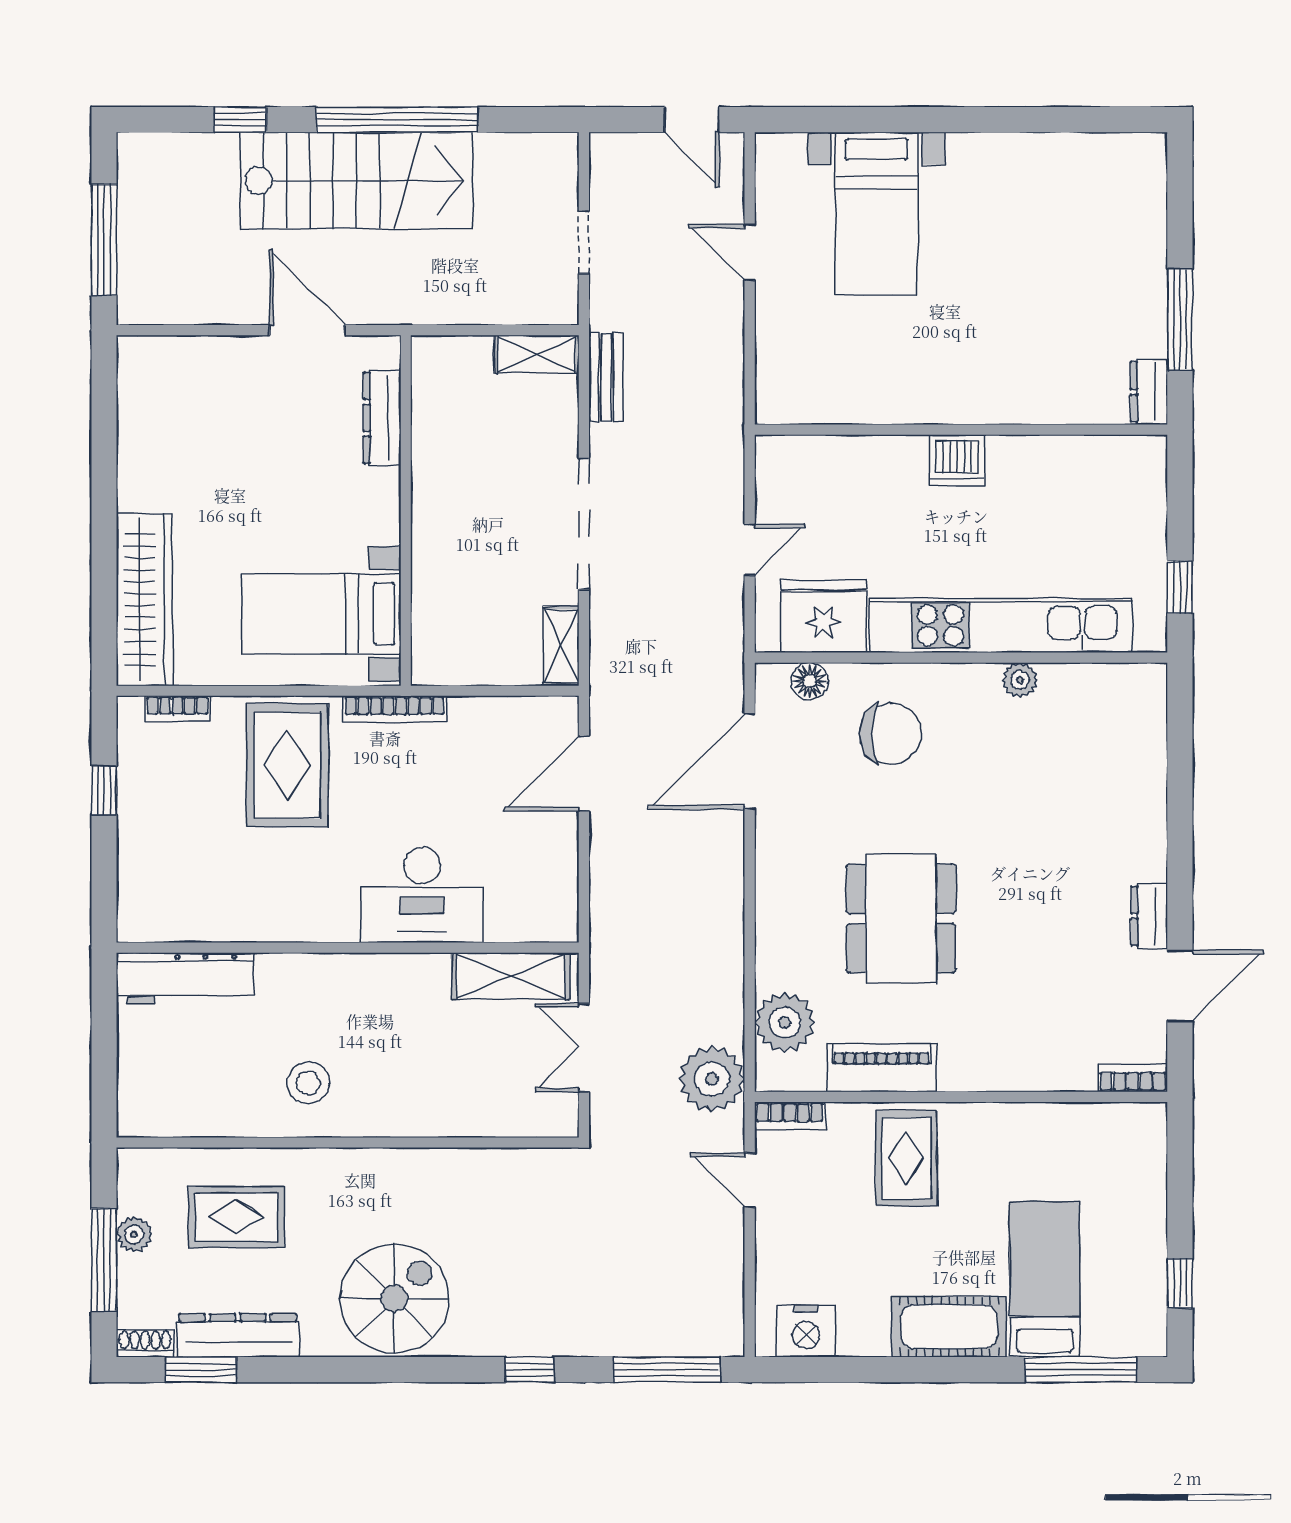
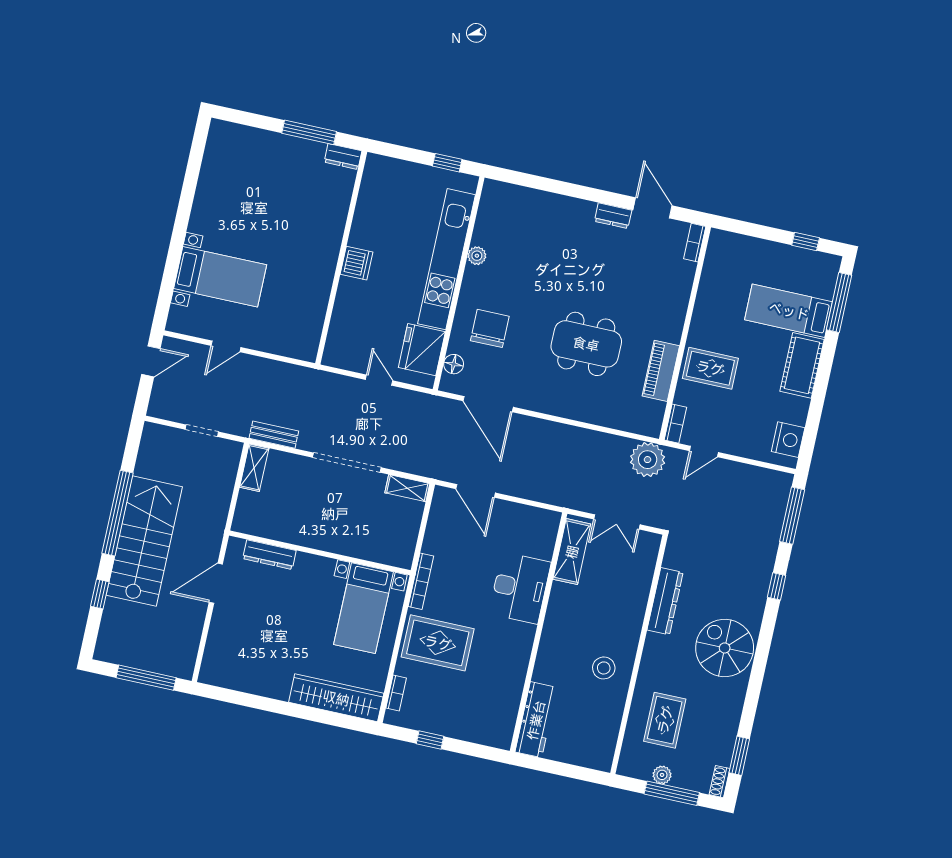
plant: (785, 1022) -> (627, 416), removed
dresser: (238, 1335) -> (665, 601), moved, turned 180

